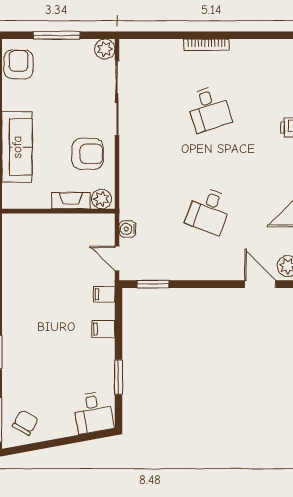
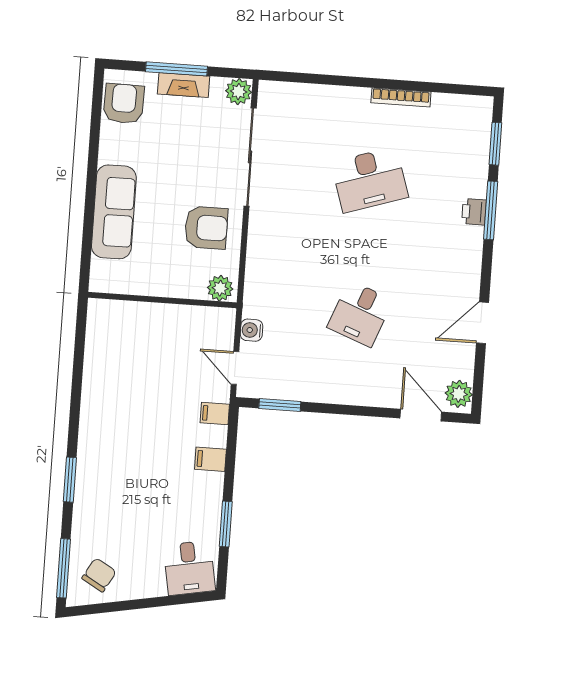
bookcase: (206, 45) -> (401, 97), moved
desk: (209, 109) -> (370, 180), width x1.37
fireplace: (71, 201) -> (184, 85), moved, turned 180

